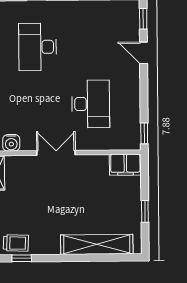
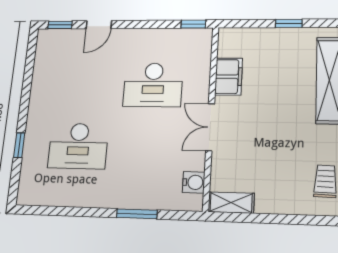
desk: (91, 104) -> (153, 85), turned 180
filing cabinet: (125, 165) -> (229, 77), moved

